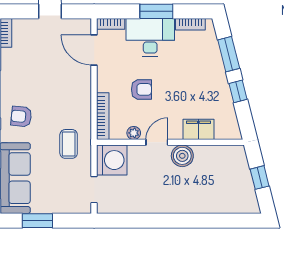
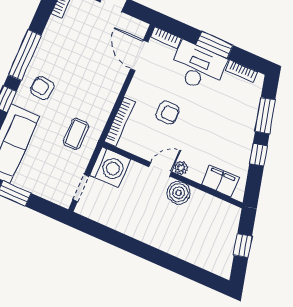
filing cabinet: (198, 129) -> (220, 181), moved
plant: (134, 133) -> (181, 168), moved

